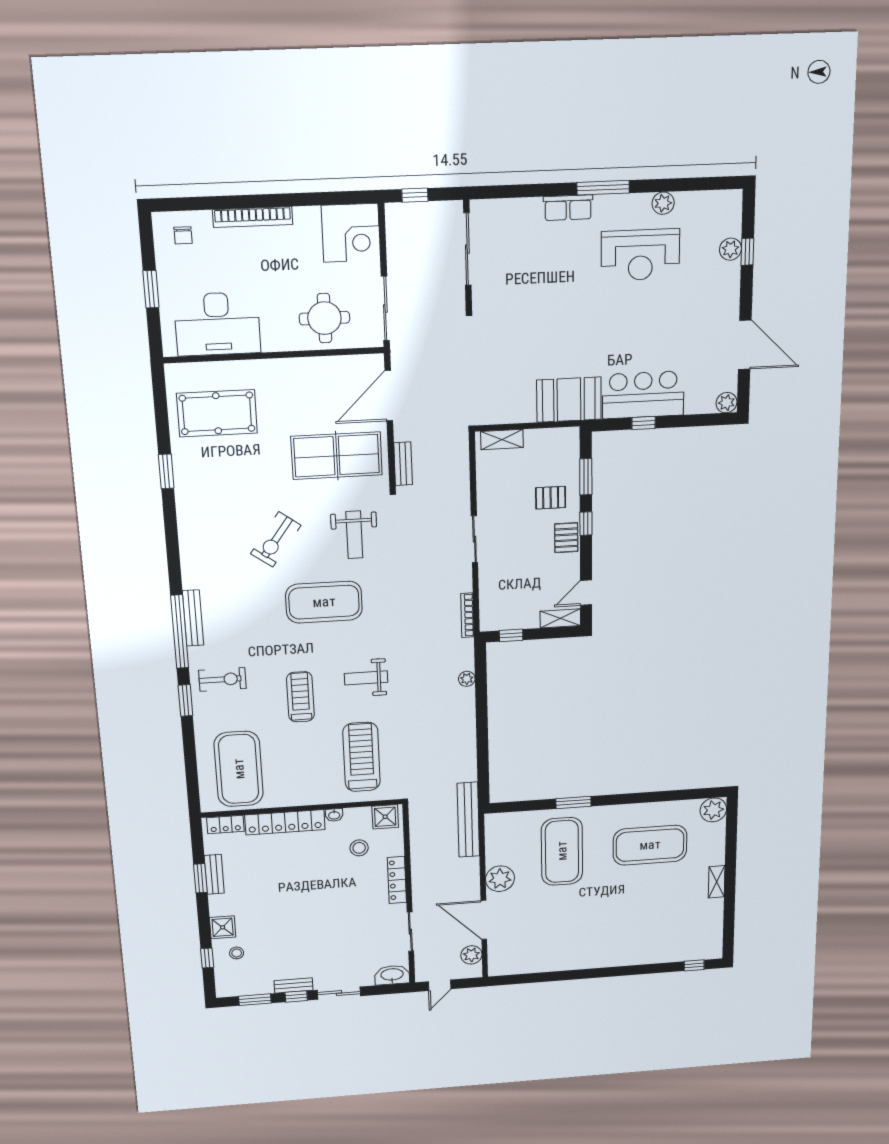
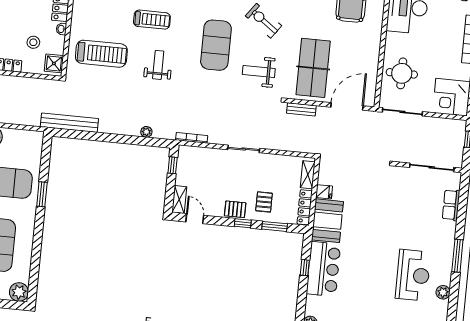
row of seats: (568, 208) -> (451, 205), moved
reception desk: (640, 255) -> (413, 275), turned 180
door: (389, 396) -> (347, 106), hinge flipped
fridge: (525, 411) -> (324, 192), added
locker: (552, 437) -> (305, 207), added
bench: (468, 820) -> (69, 123), moved

